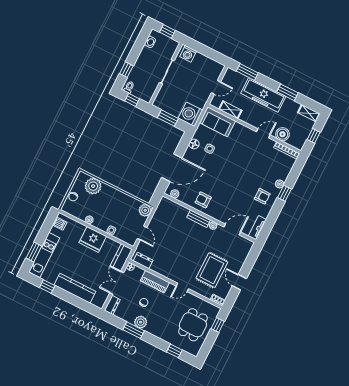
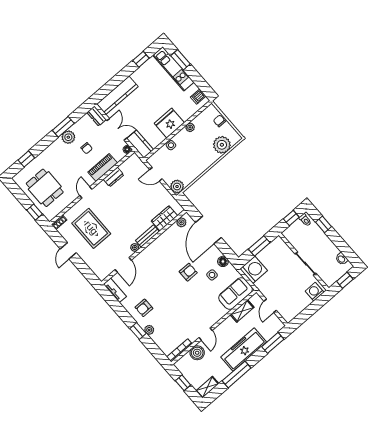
window: (287, 92) -> (237, 374), width x1.44
armchair: (203, 200) -> (188, 272), moved
wardrobe: (177, 210) -> (164, 218), added
dresser: (143, 261) -> (114, 177), moved
door: (239, 282) -> (68, 251), swing flipped
kitchen counter: (75, 288) -> (117, 95), moved

